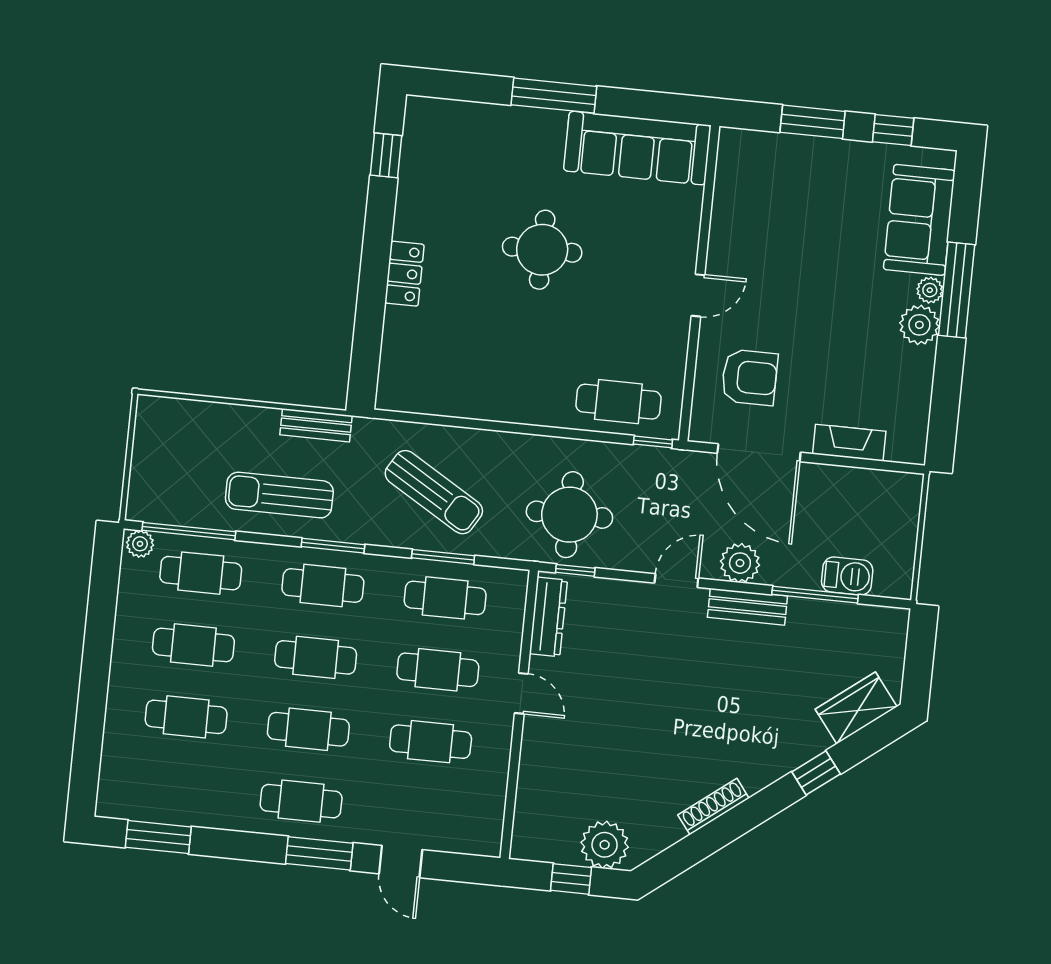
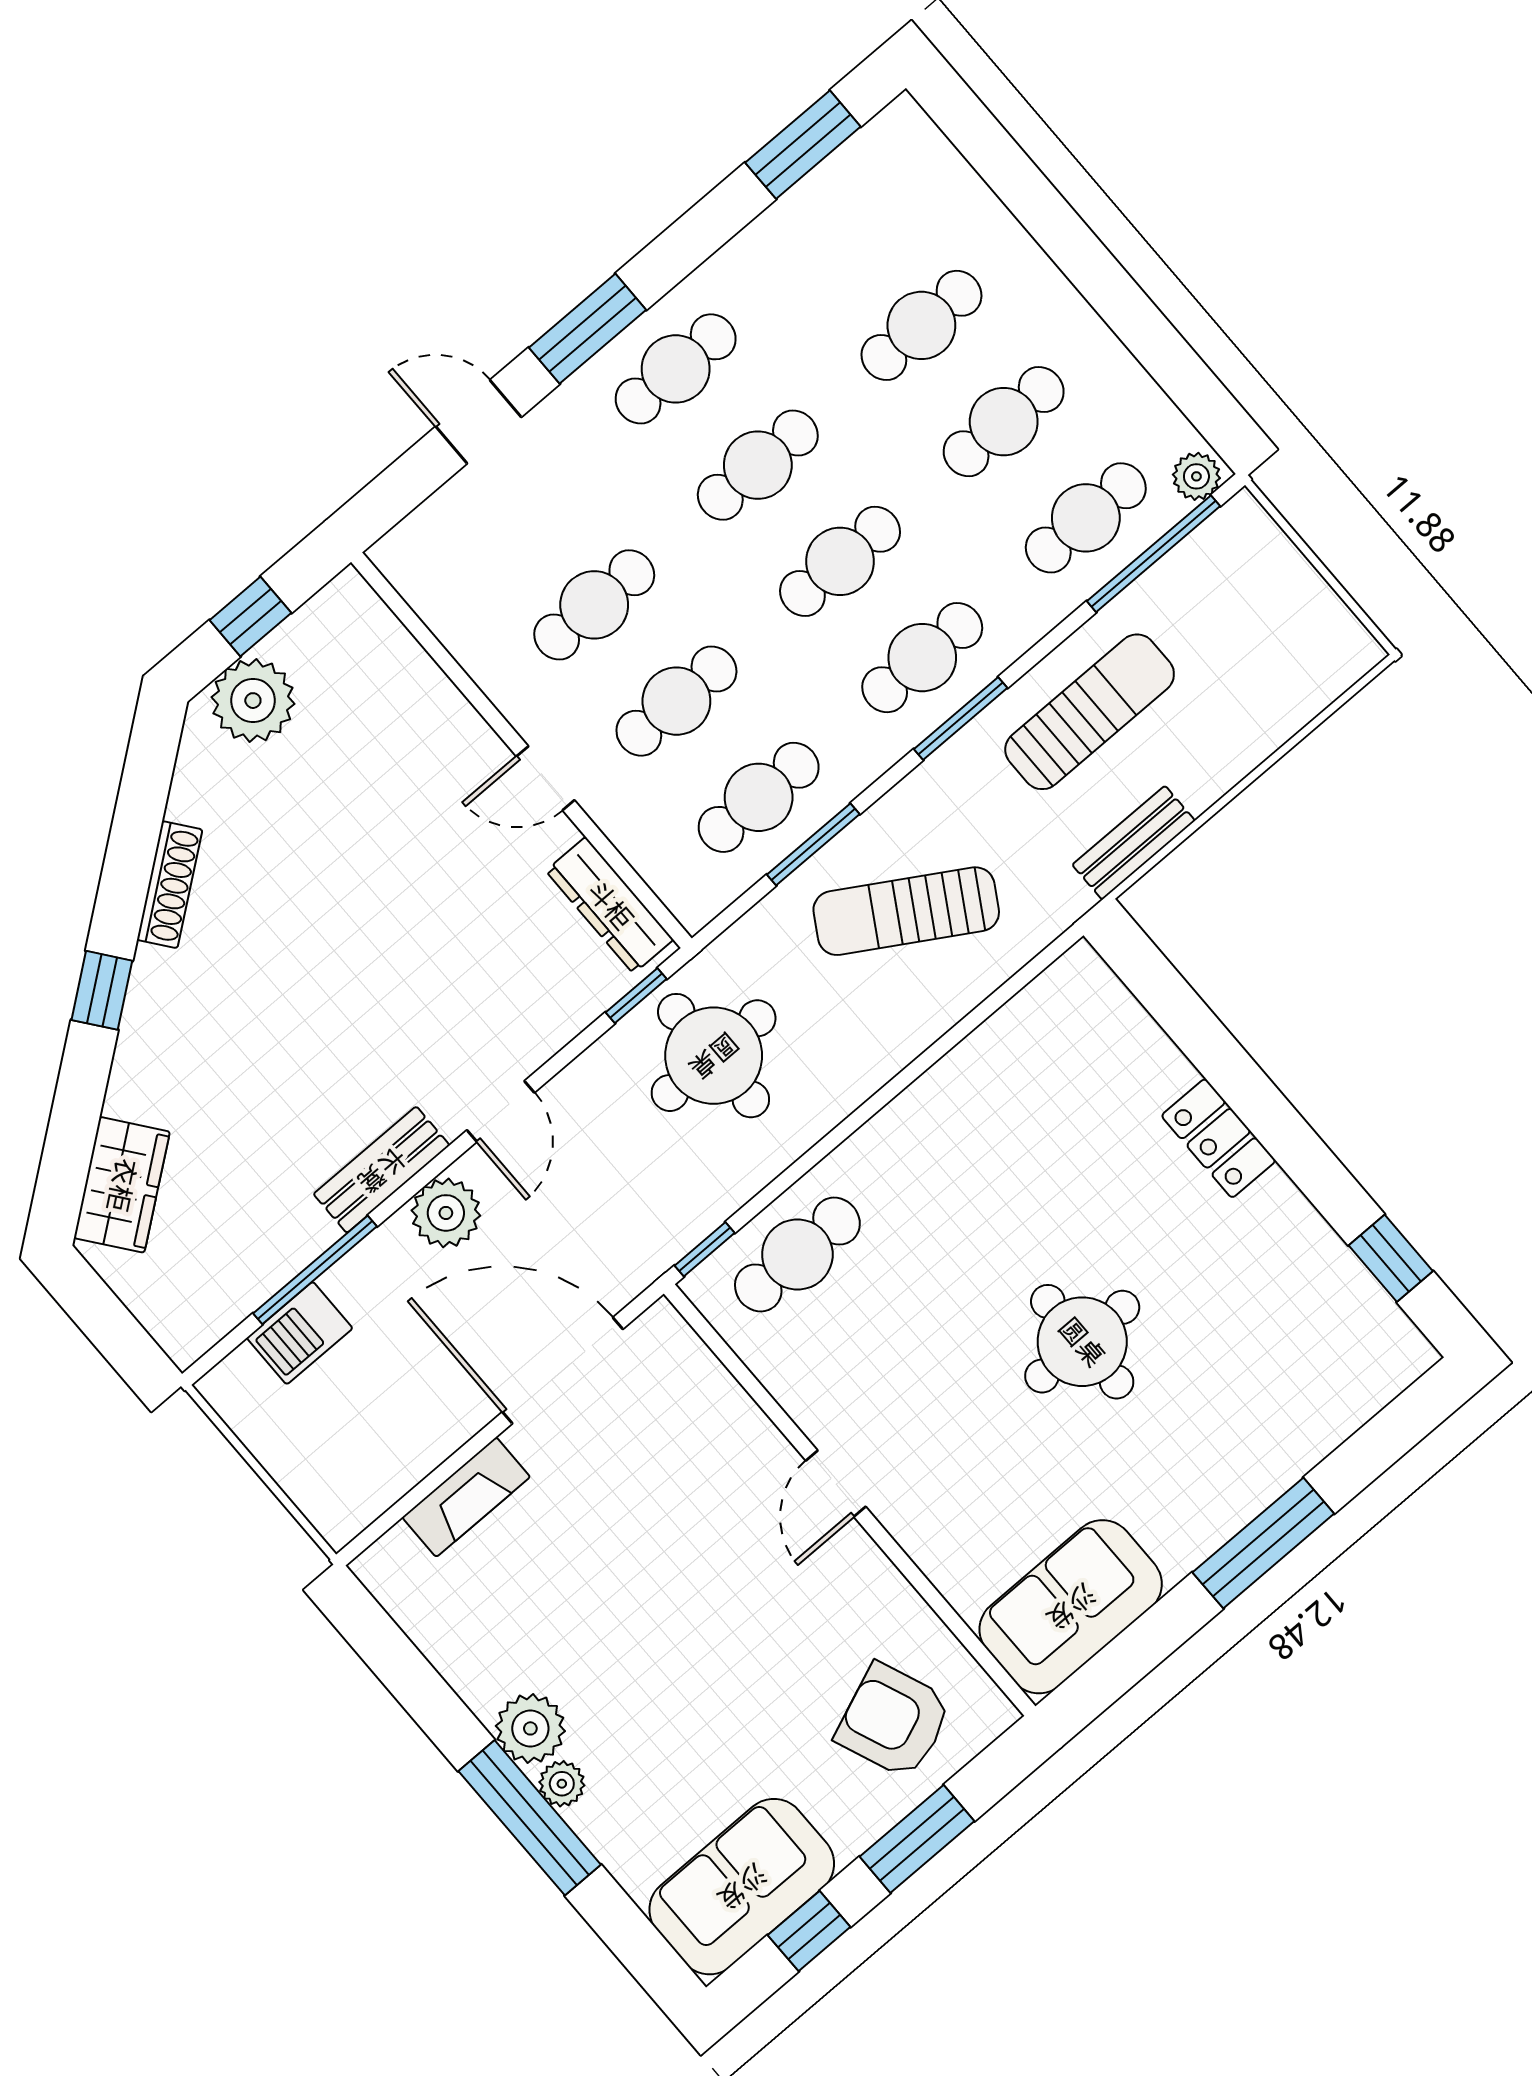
sofa: (637, 148) -> (1071, 1607), width x0.73
sofa: (919, 220) -> (742, 1887), moved, turned -90
armchair: (749, 377) -> (894, 1721), moved, turned 68
window: (816, 773) -> (102, 990), moved

